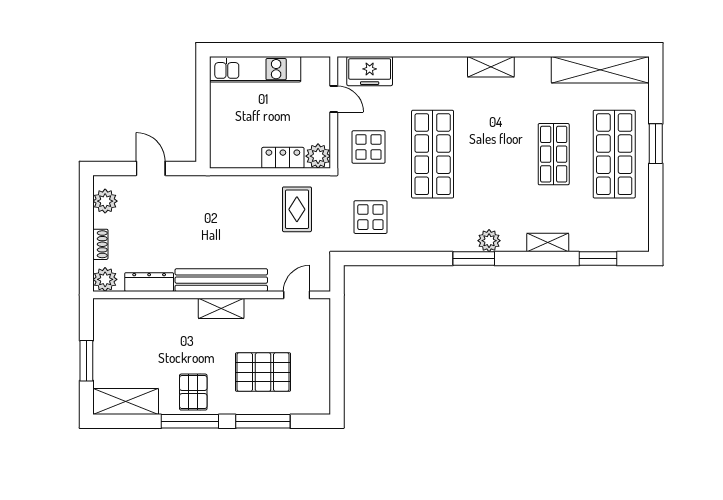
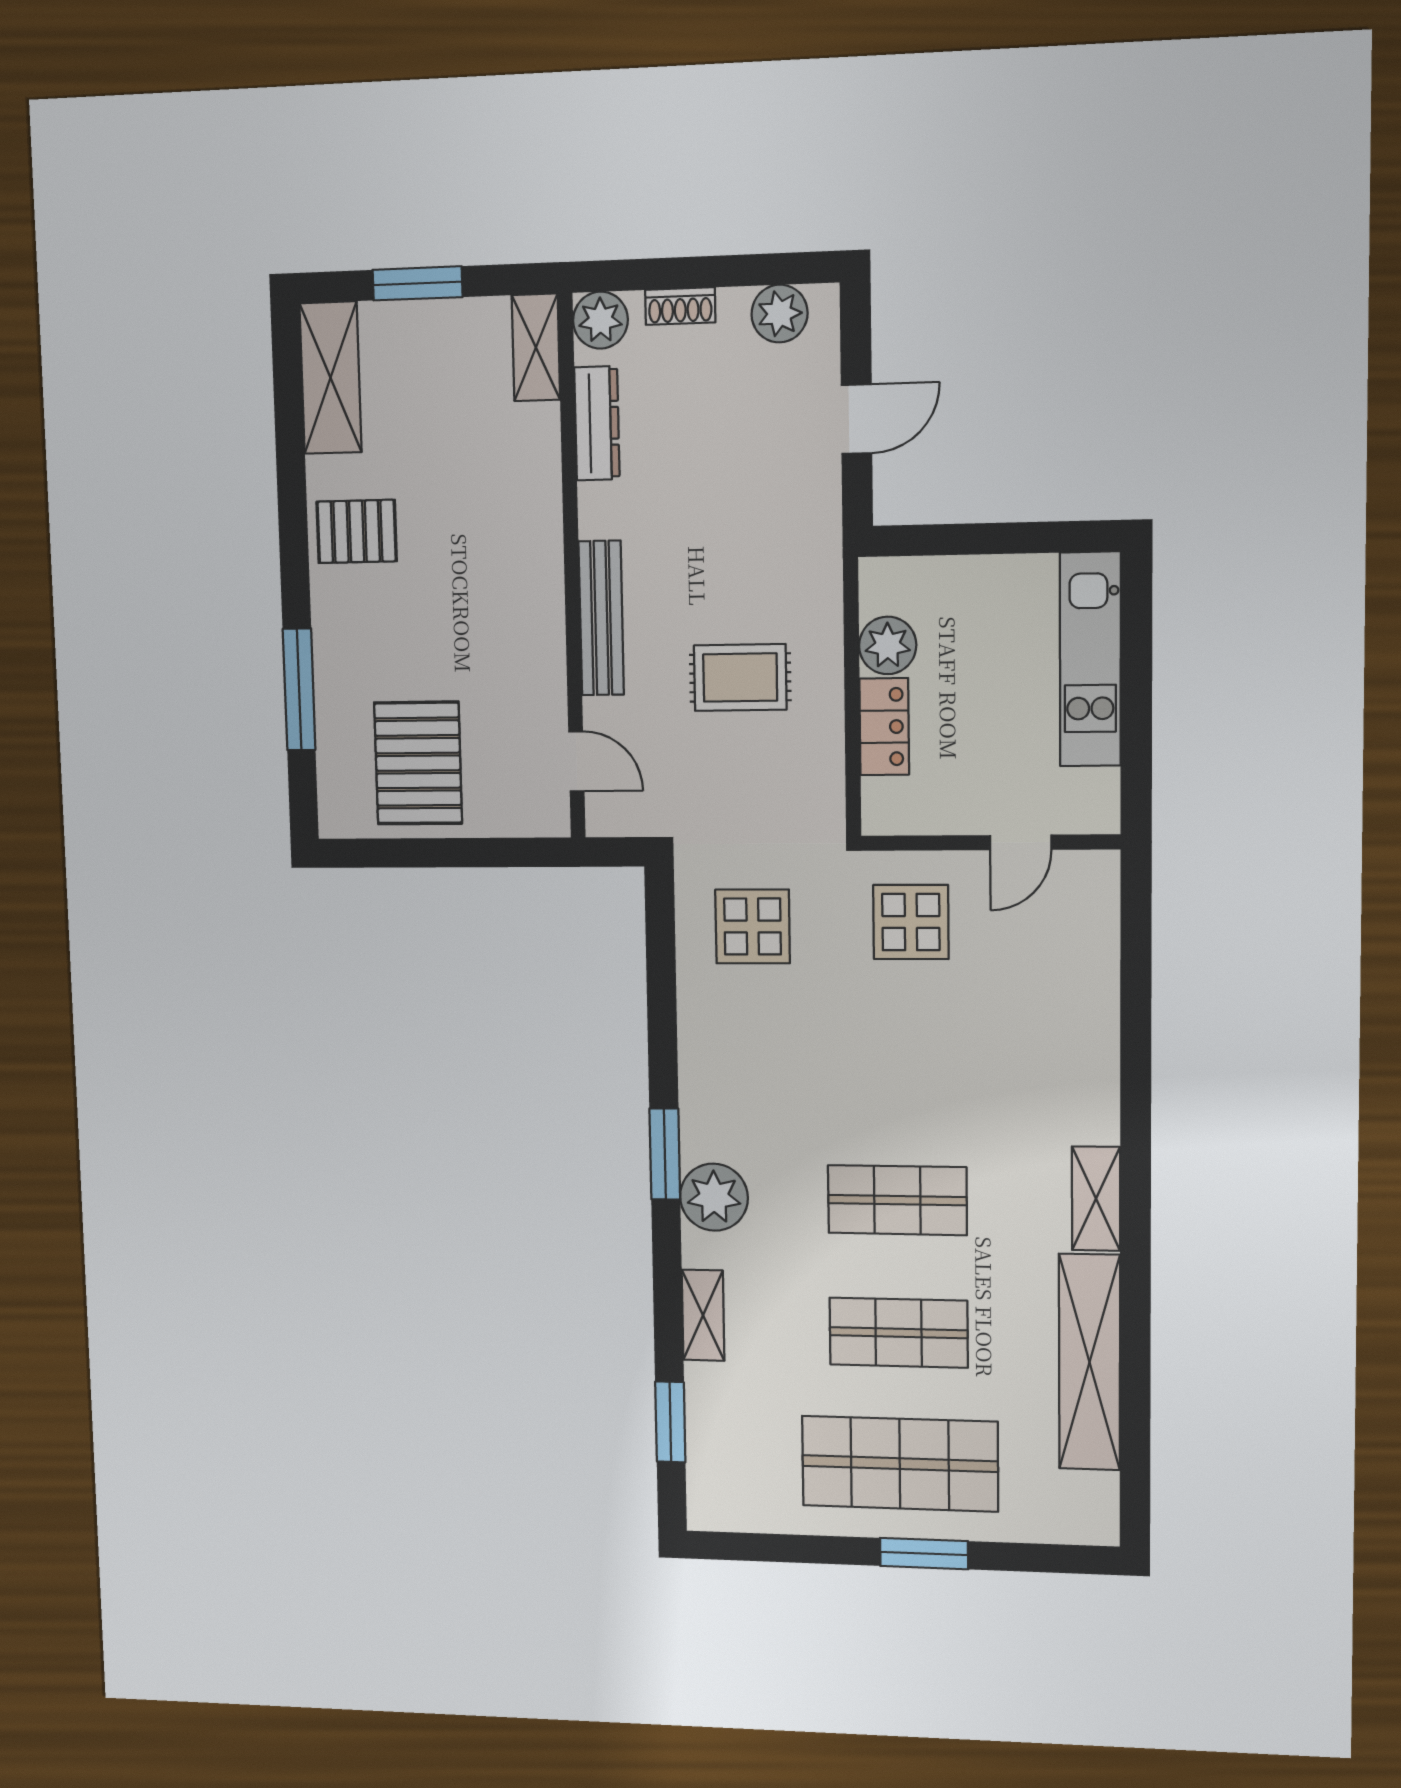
shelving: (600, 70) -> (1089, 1362), moved
freezer: (370, 71) -> (1086, 925), removed
shop shelf: (433, 154) -> (897, 1200), moved, width x0.70, depth x0.74
plant: (318, 156) -> (888, 645), moved
rug: (297, 209) -> (740, 677), moved
plant: (489, 241) -> (714, 1197), width x1.36, depth x1.36
bench: (221, 280) -> (601, 618), width x0.73, depth x0.82
shelving: (221, 308) -> (536, 347), moved
pallet: (263, 372) -> (418, 763), moved
window: (190, 421) -> (293, 525), removed

